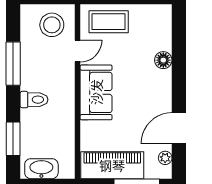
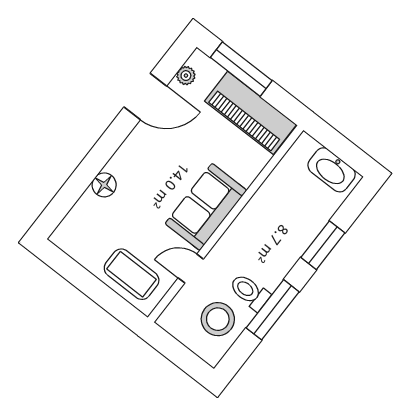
stool: (52, 25) -> (218, 319), moved
toilet: (34, 100) -> (250, 292), moved
window: (13, 139) -> (323, 245), moved

